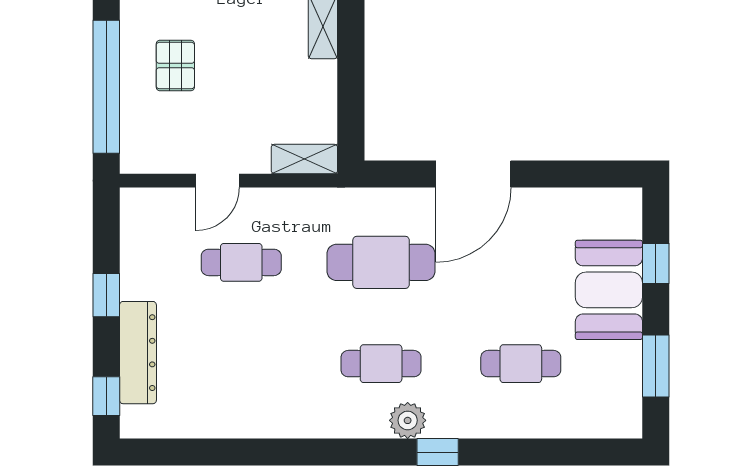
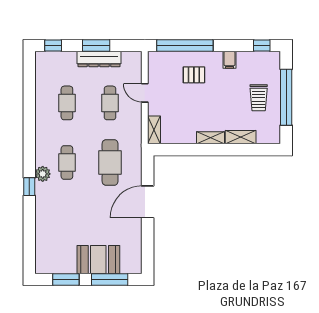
door: (473, 174) -> (148, 202), hinge flipped
window: (656, 263) -> (110, 280), width x2.17
window: (106, 295) -> (96, 45), width x1.50
dresser: (138, 353) -> (99, 59), moved
cafe table: (521, 364) -> (67, 103), moved

